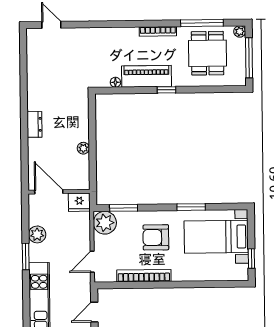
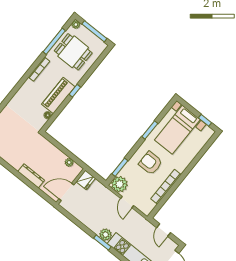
dresser: (34, 124) -> (31, 176), width x1.44
door: (49, 192) -> (66, 192), moved
wall: (59, 192) -> (71, 186), moved
fridge: (79, 202) -> (86, 180), moved
plant: (37, 234) -> (106, 235), moved
armchair: (156, 237) -> (151, 163), turned 90
door: (92, 262) -> (127, 202), moved

